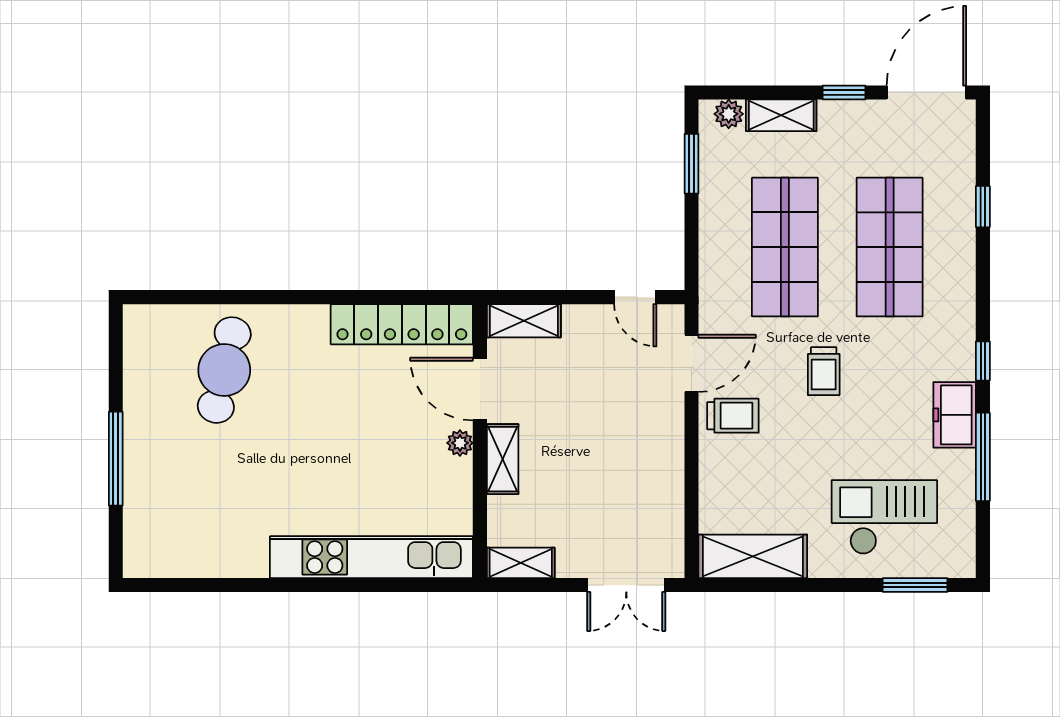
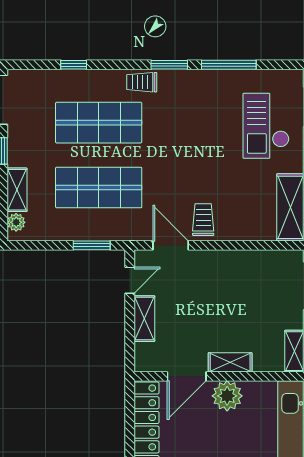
window: (692, 164) -> (92, 245), moved
shelving: (524, 321) -> (144, 319), moved
window: (983, 361) -> (169, 65), width x1.50
trolley: (824, 371) -> (142, 82), moved, turned 180
freezer: (955, 415) -> (203, 82), removed
plant: (460, 443) -> (227, 396), width x1.88, depth x1.88

